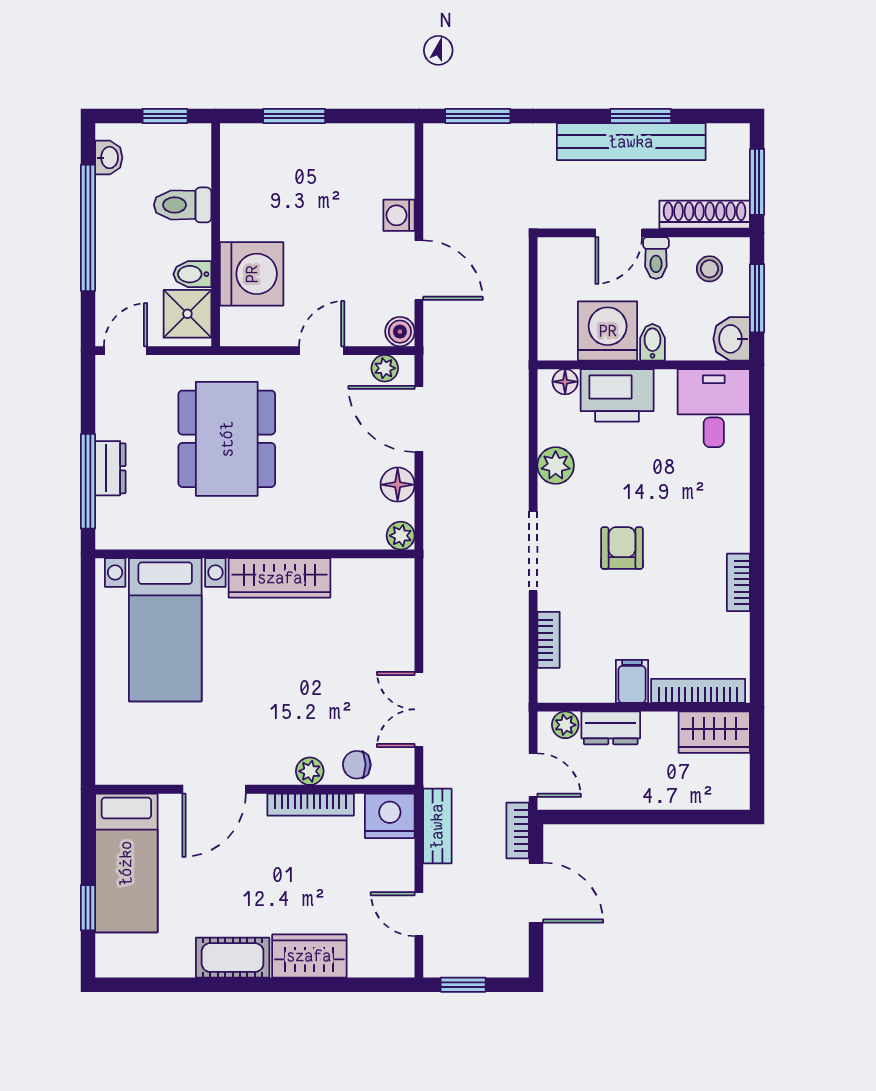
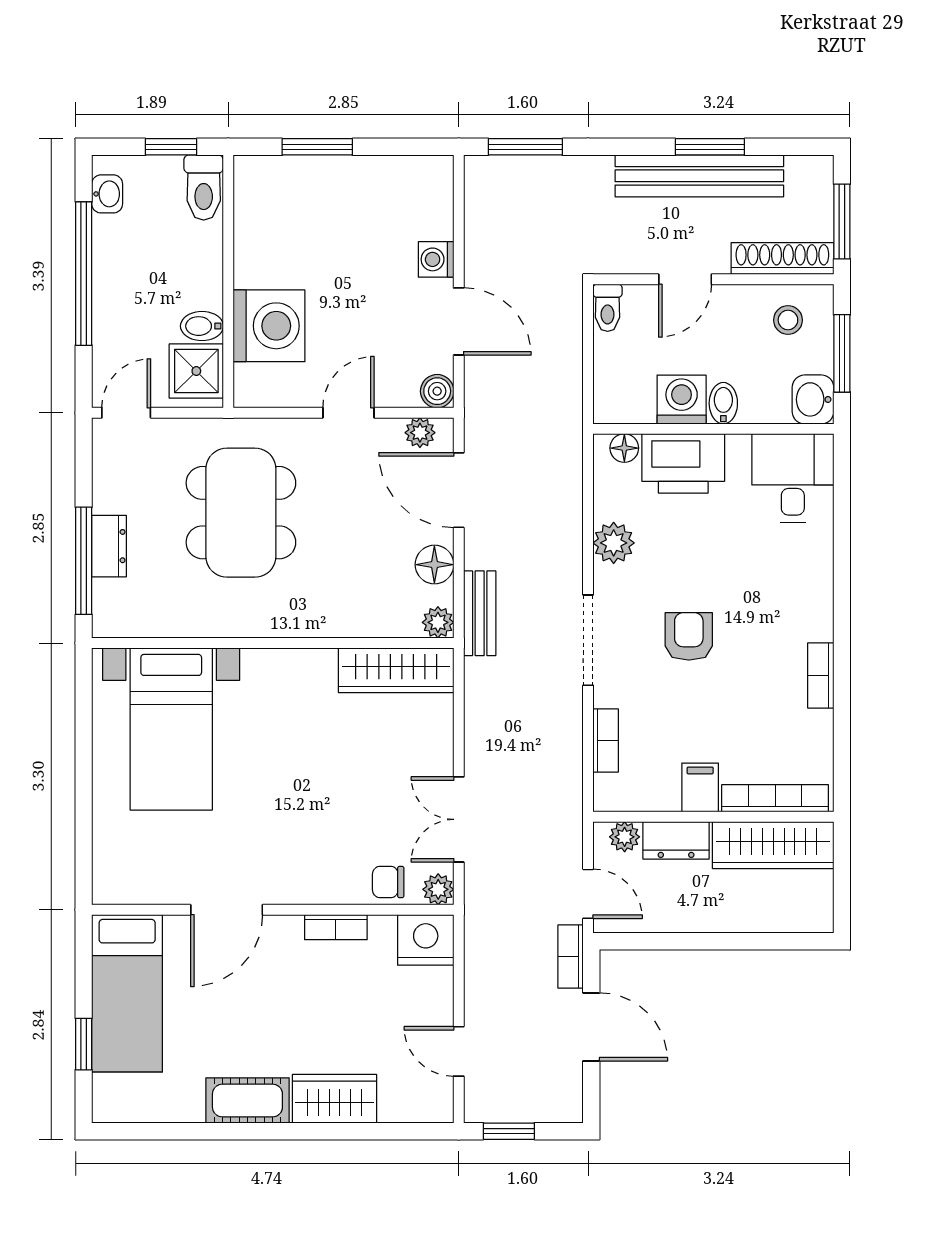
toilet: (183, 205) -> (204, 187), moved, turned -90
toilet: (656, 258) -> (608, 308), moved
washing machine: (608, 331) -> (682, 400), width x0.73, depth x0.73
wardrobe: (280, 578) -> (396, 670), moved
wardrobe: (714, 732) -> (773, 845), width x1.50
plant: (310, 771) -> (438, 889), moved
bookcase: (311, 805) -> (336, 927), width x0.64
bench: (437, 826) -> (480, 613), moved

